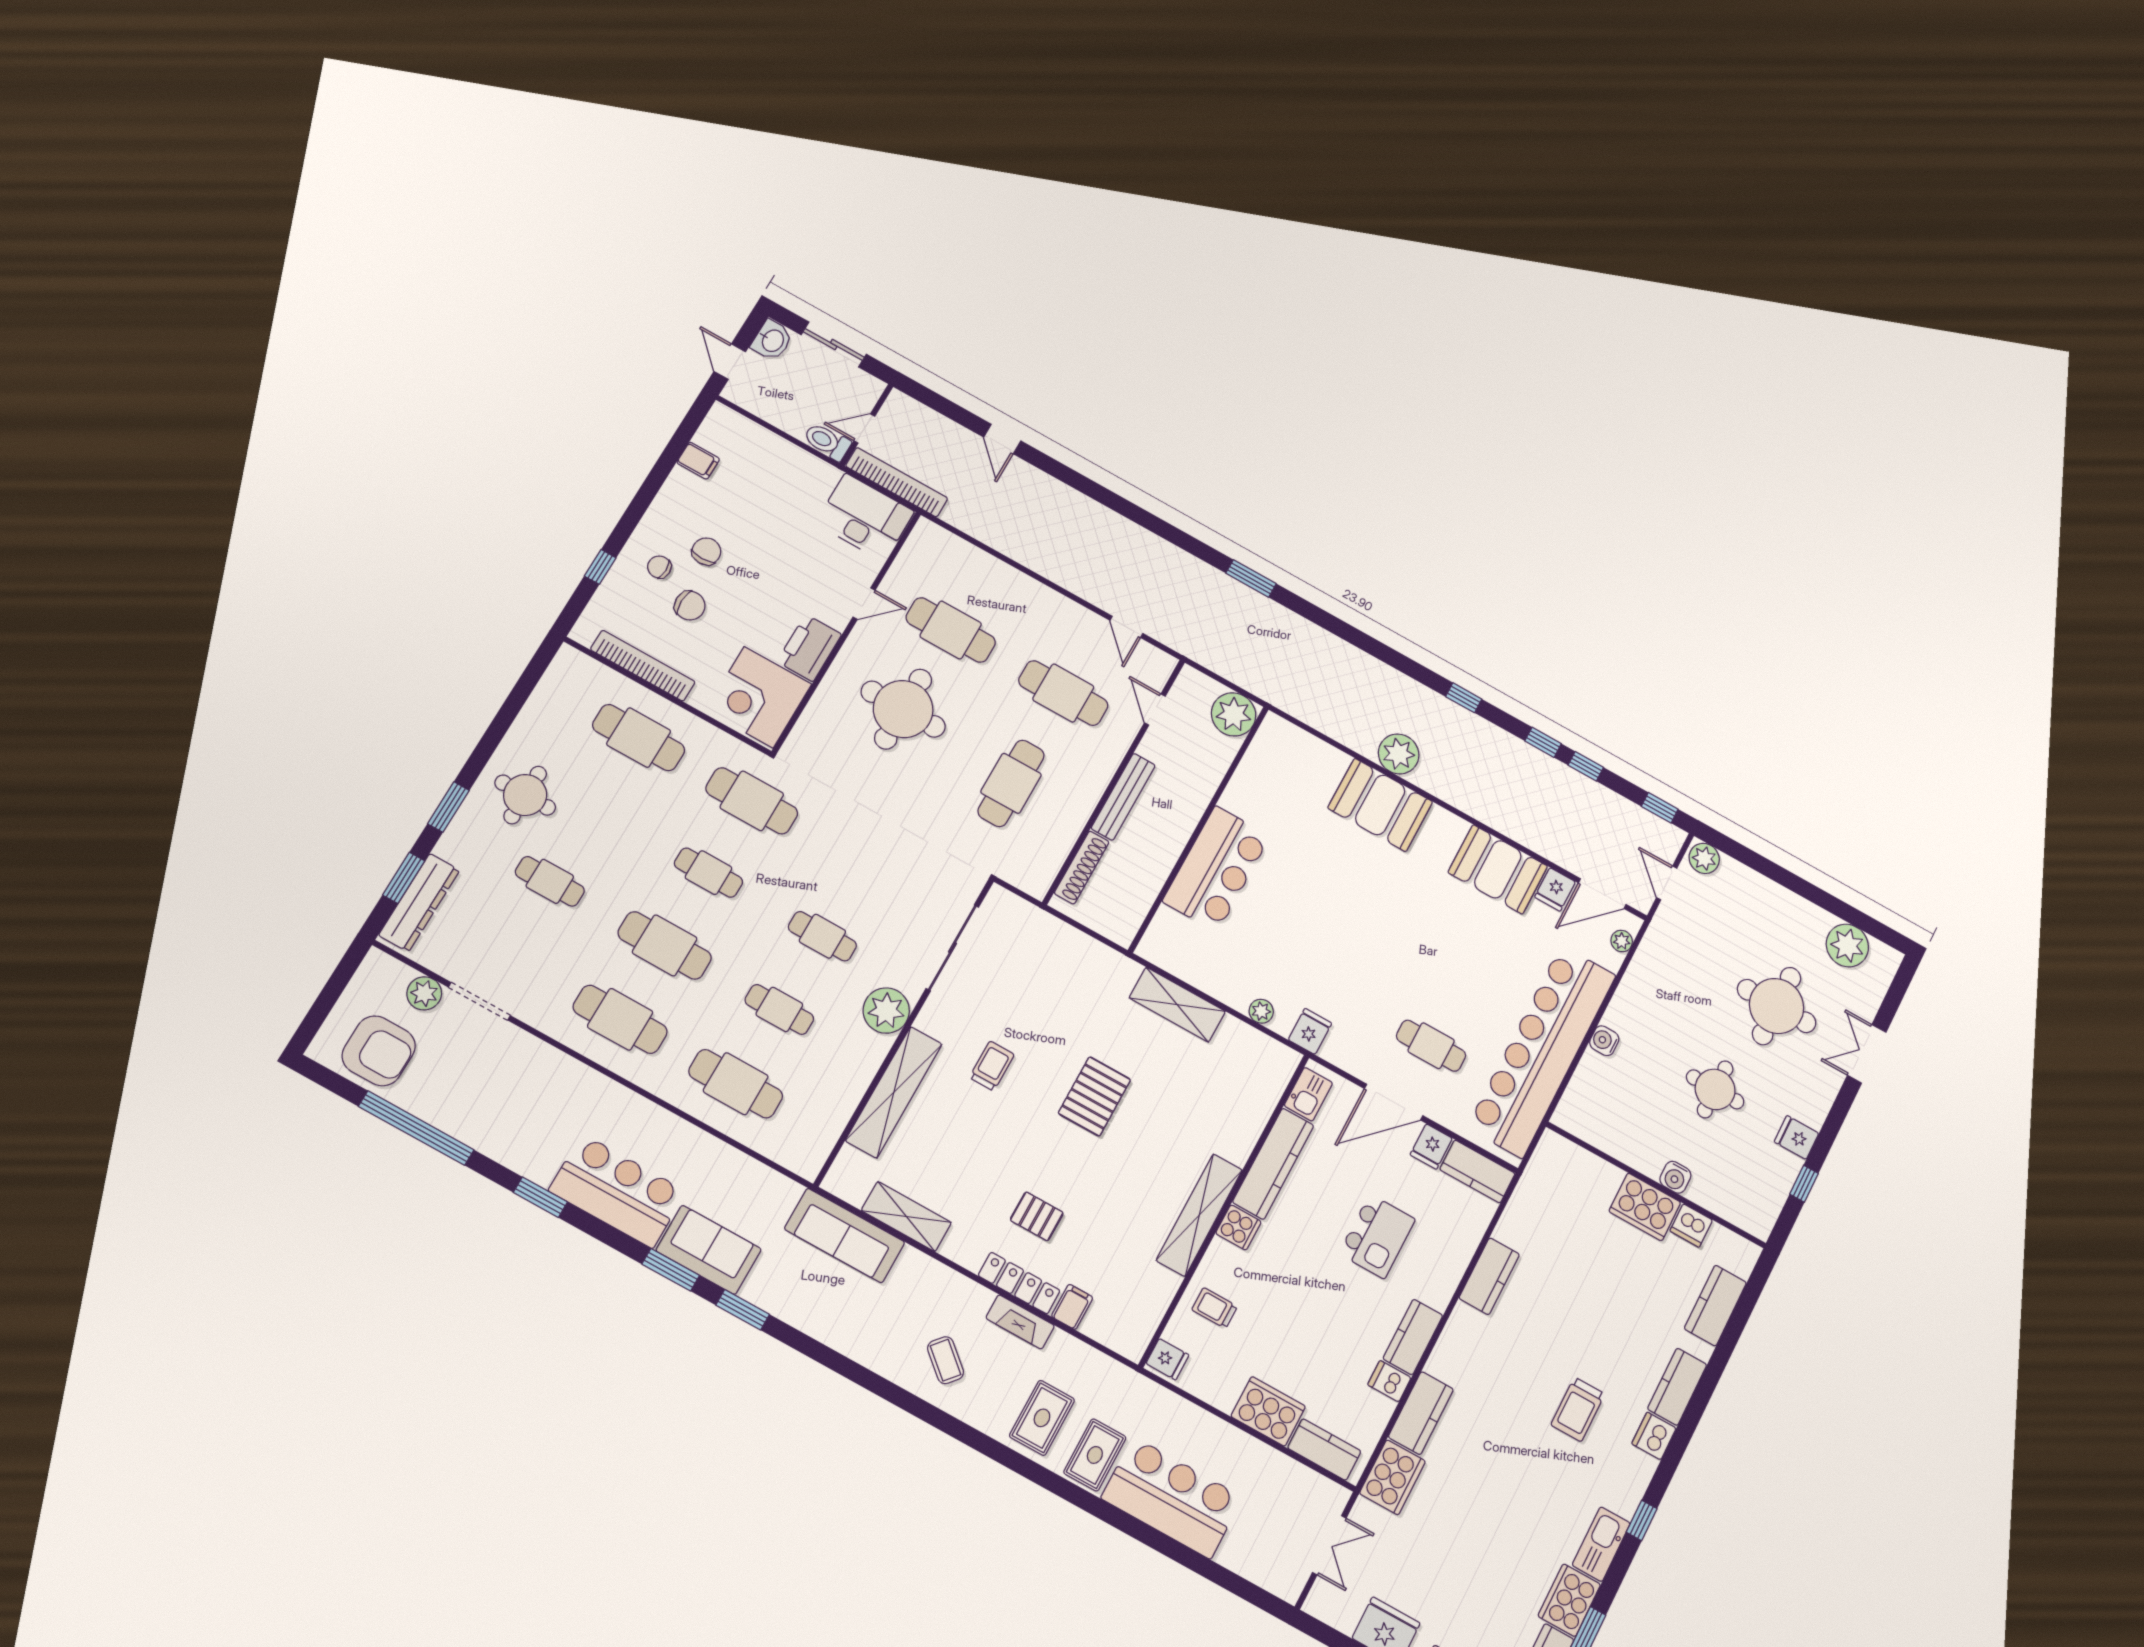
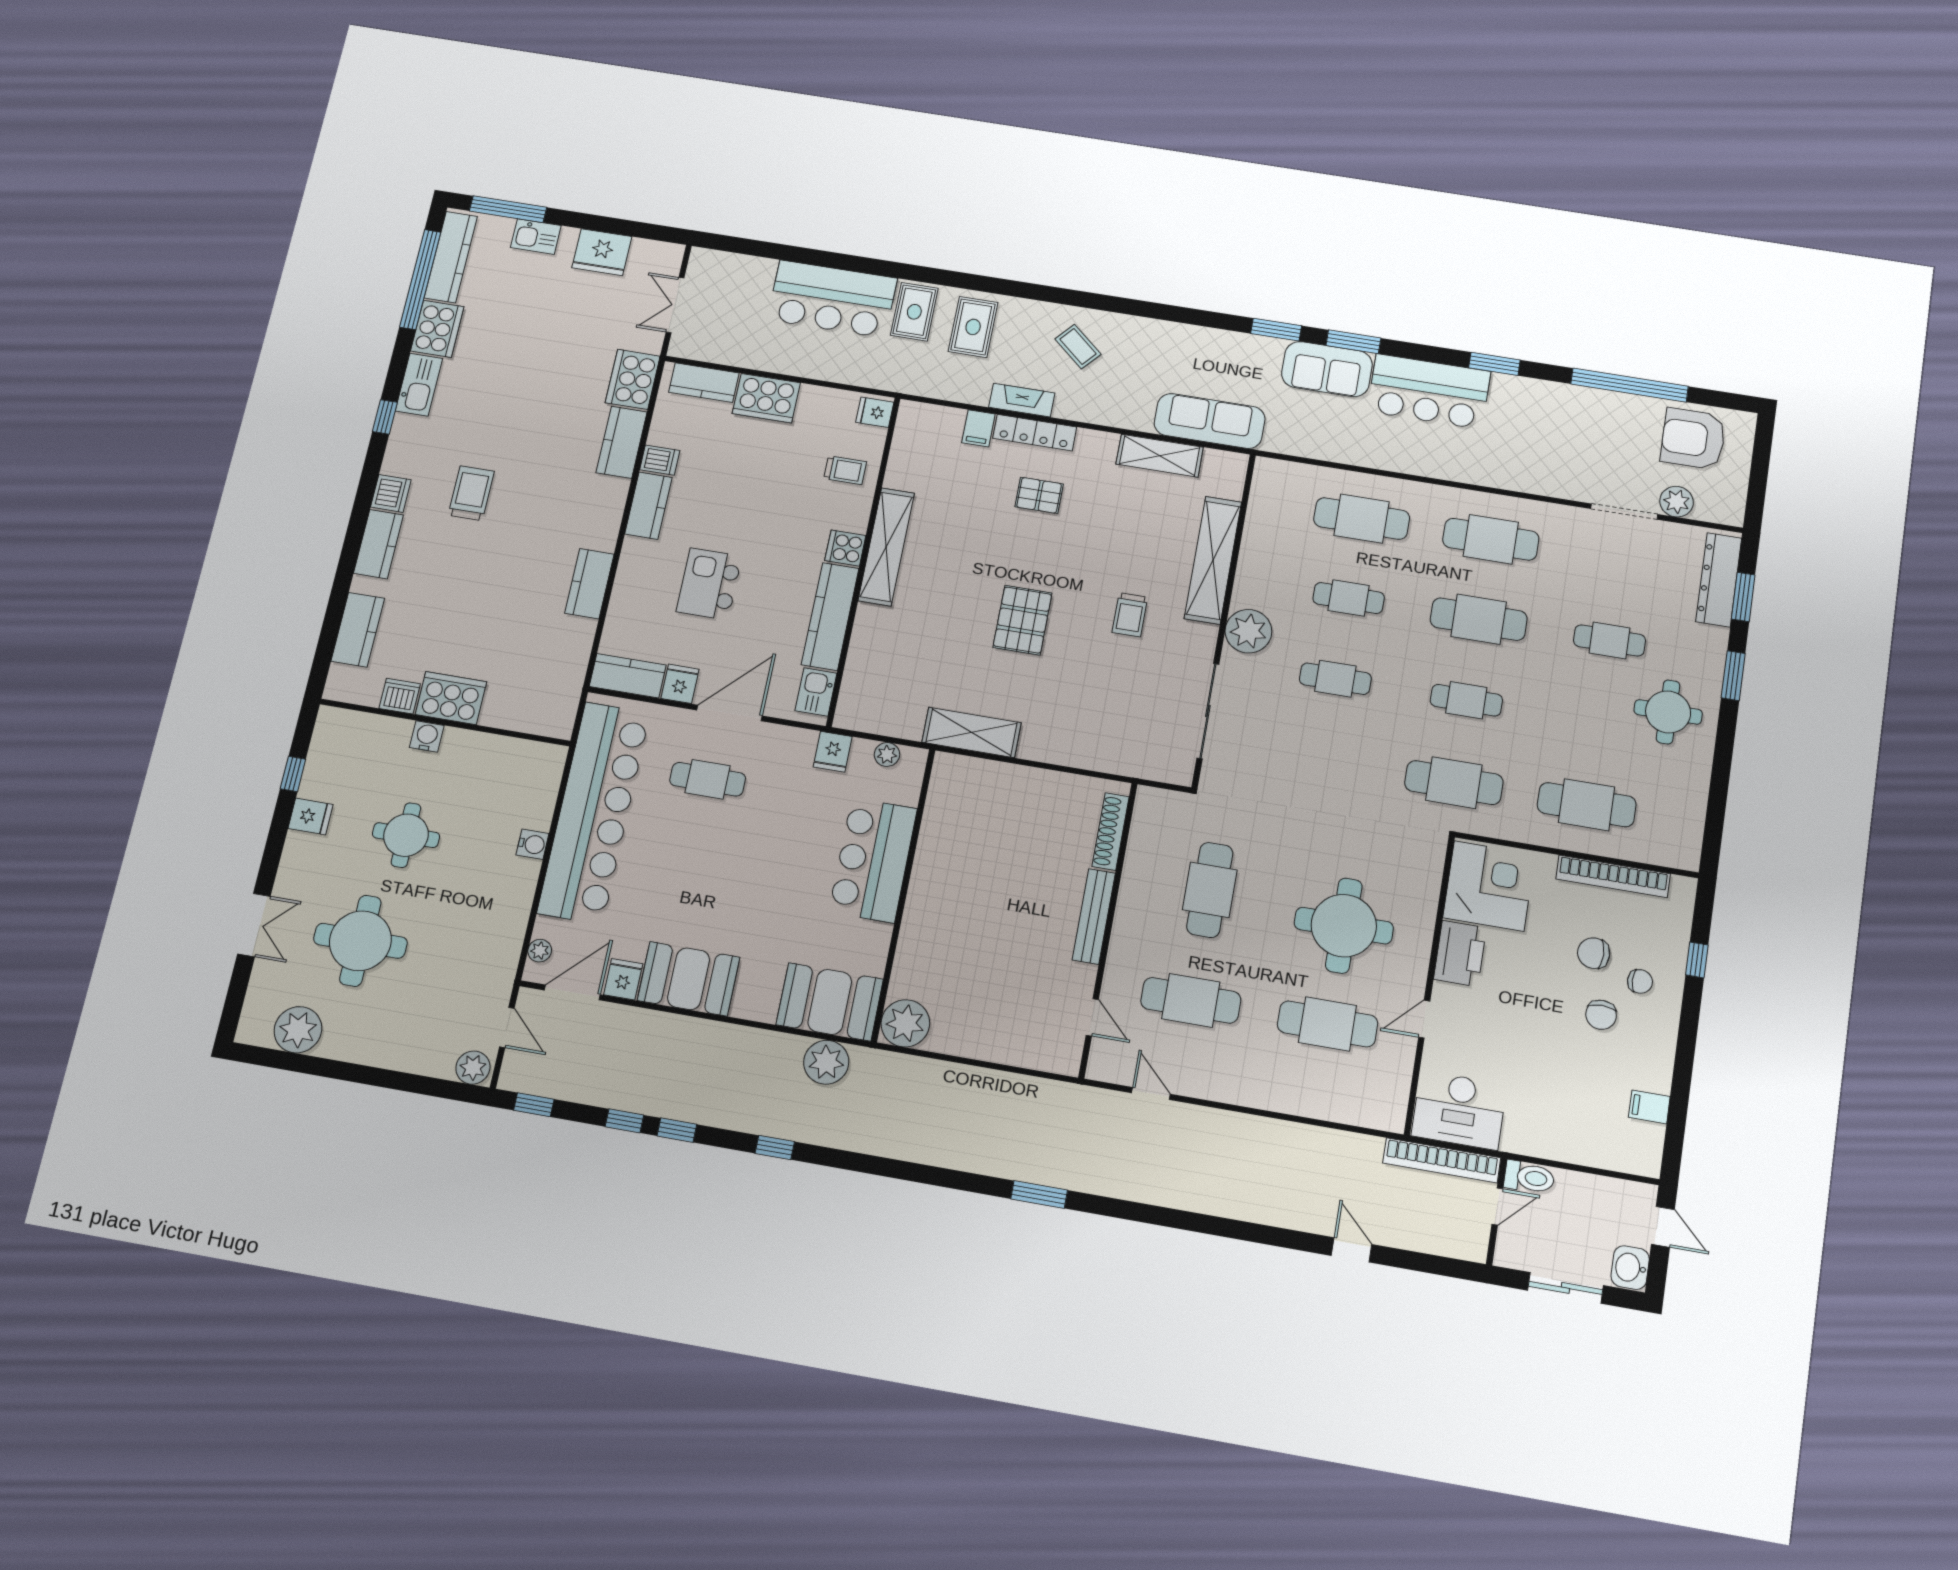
plant: (1234, 714) -> (905, 1023), moved
wall: (1199, 828) -> (903, 894), moved
bar counter: (1216, 869) -> (873, 860), moved

